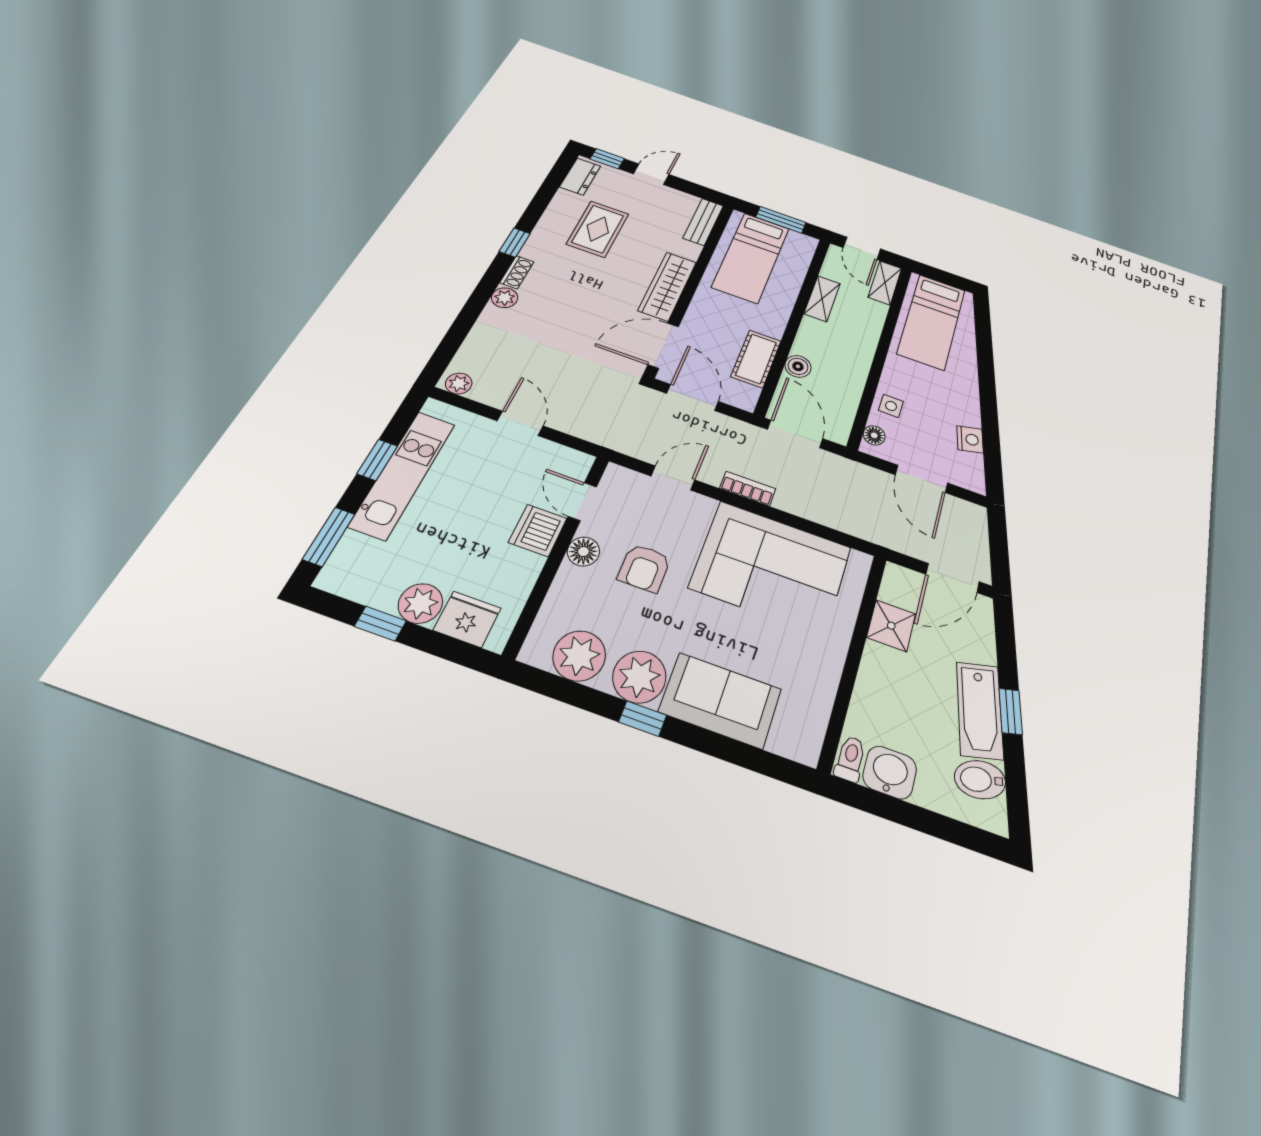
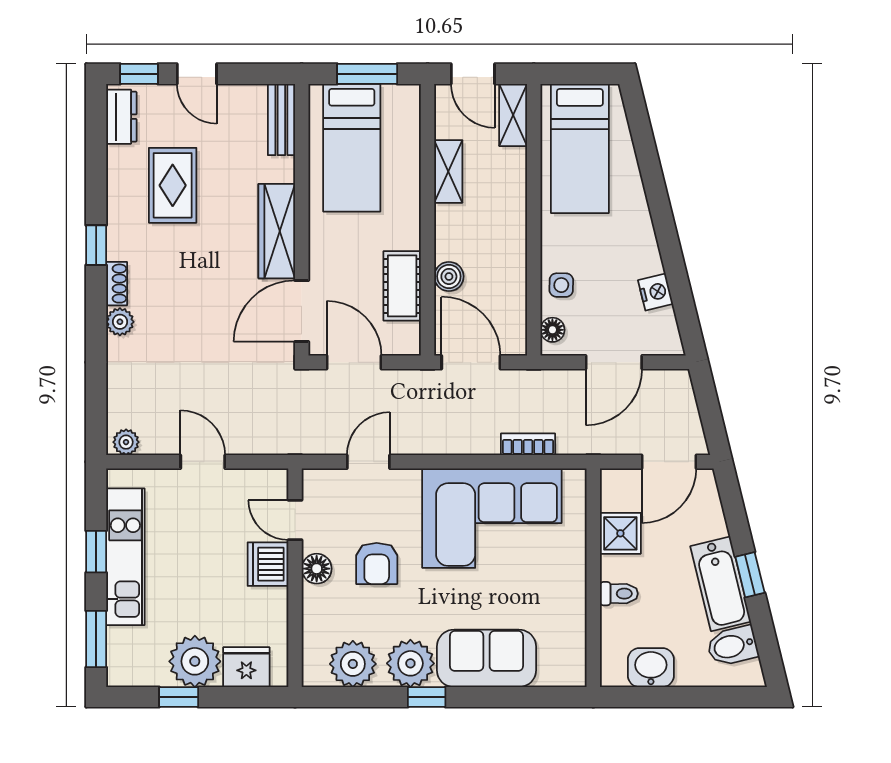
door: (651, 174) -> (197, 74), swing flipped
door: (921, 479) -> (614, 362), hinge flipped
bookcase: (748, 489) -> (528, 444), moved
plant: (420, 603) -> (195, 661), width x1.36, depth x1.36
toilet: (850, 759) -> (619, 594), moved, turned 90

